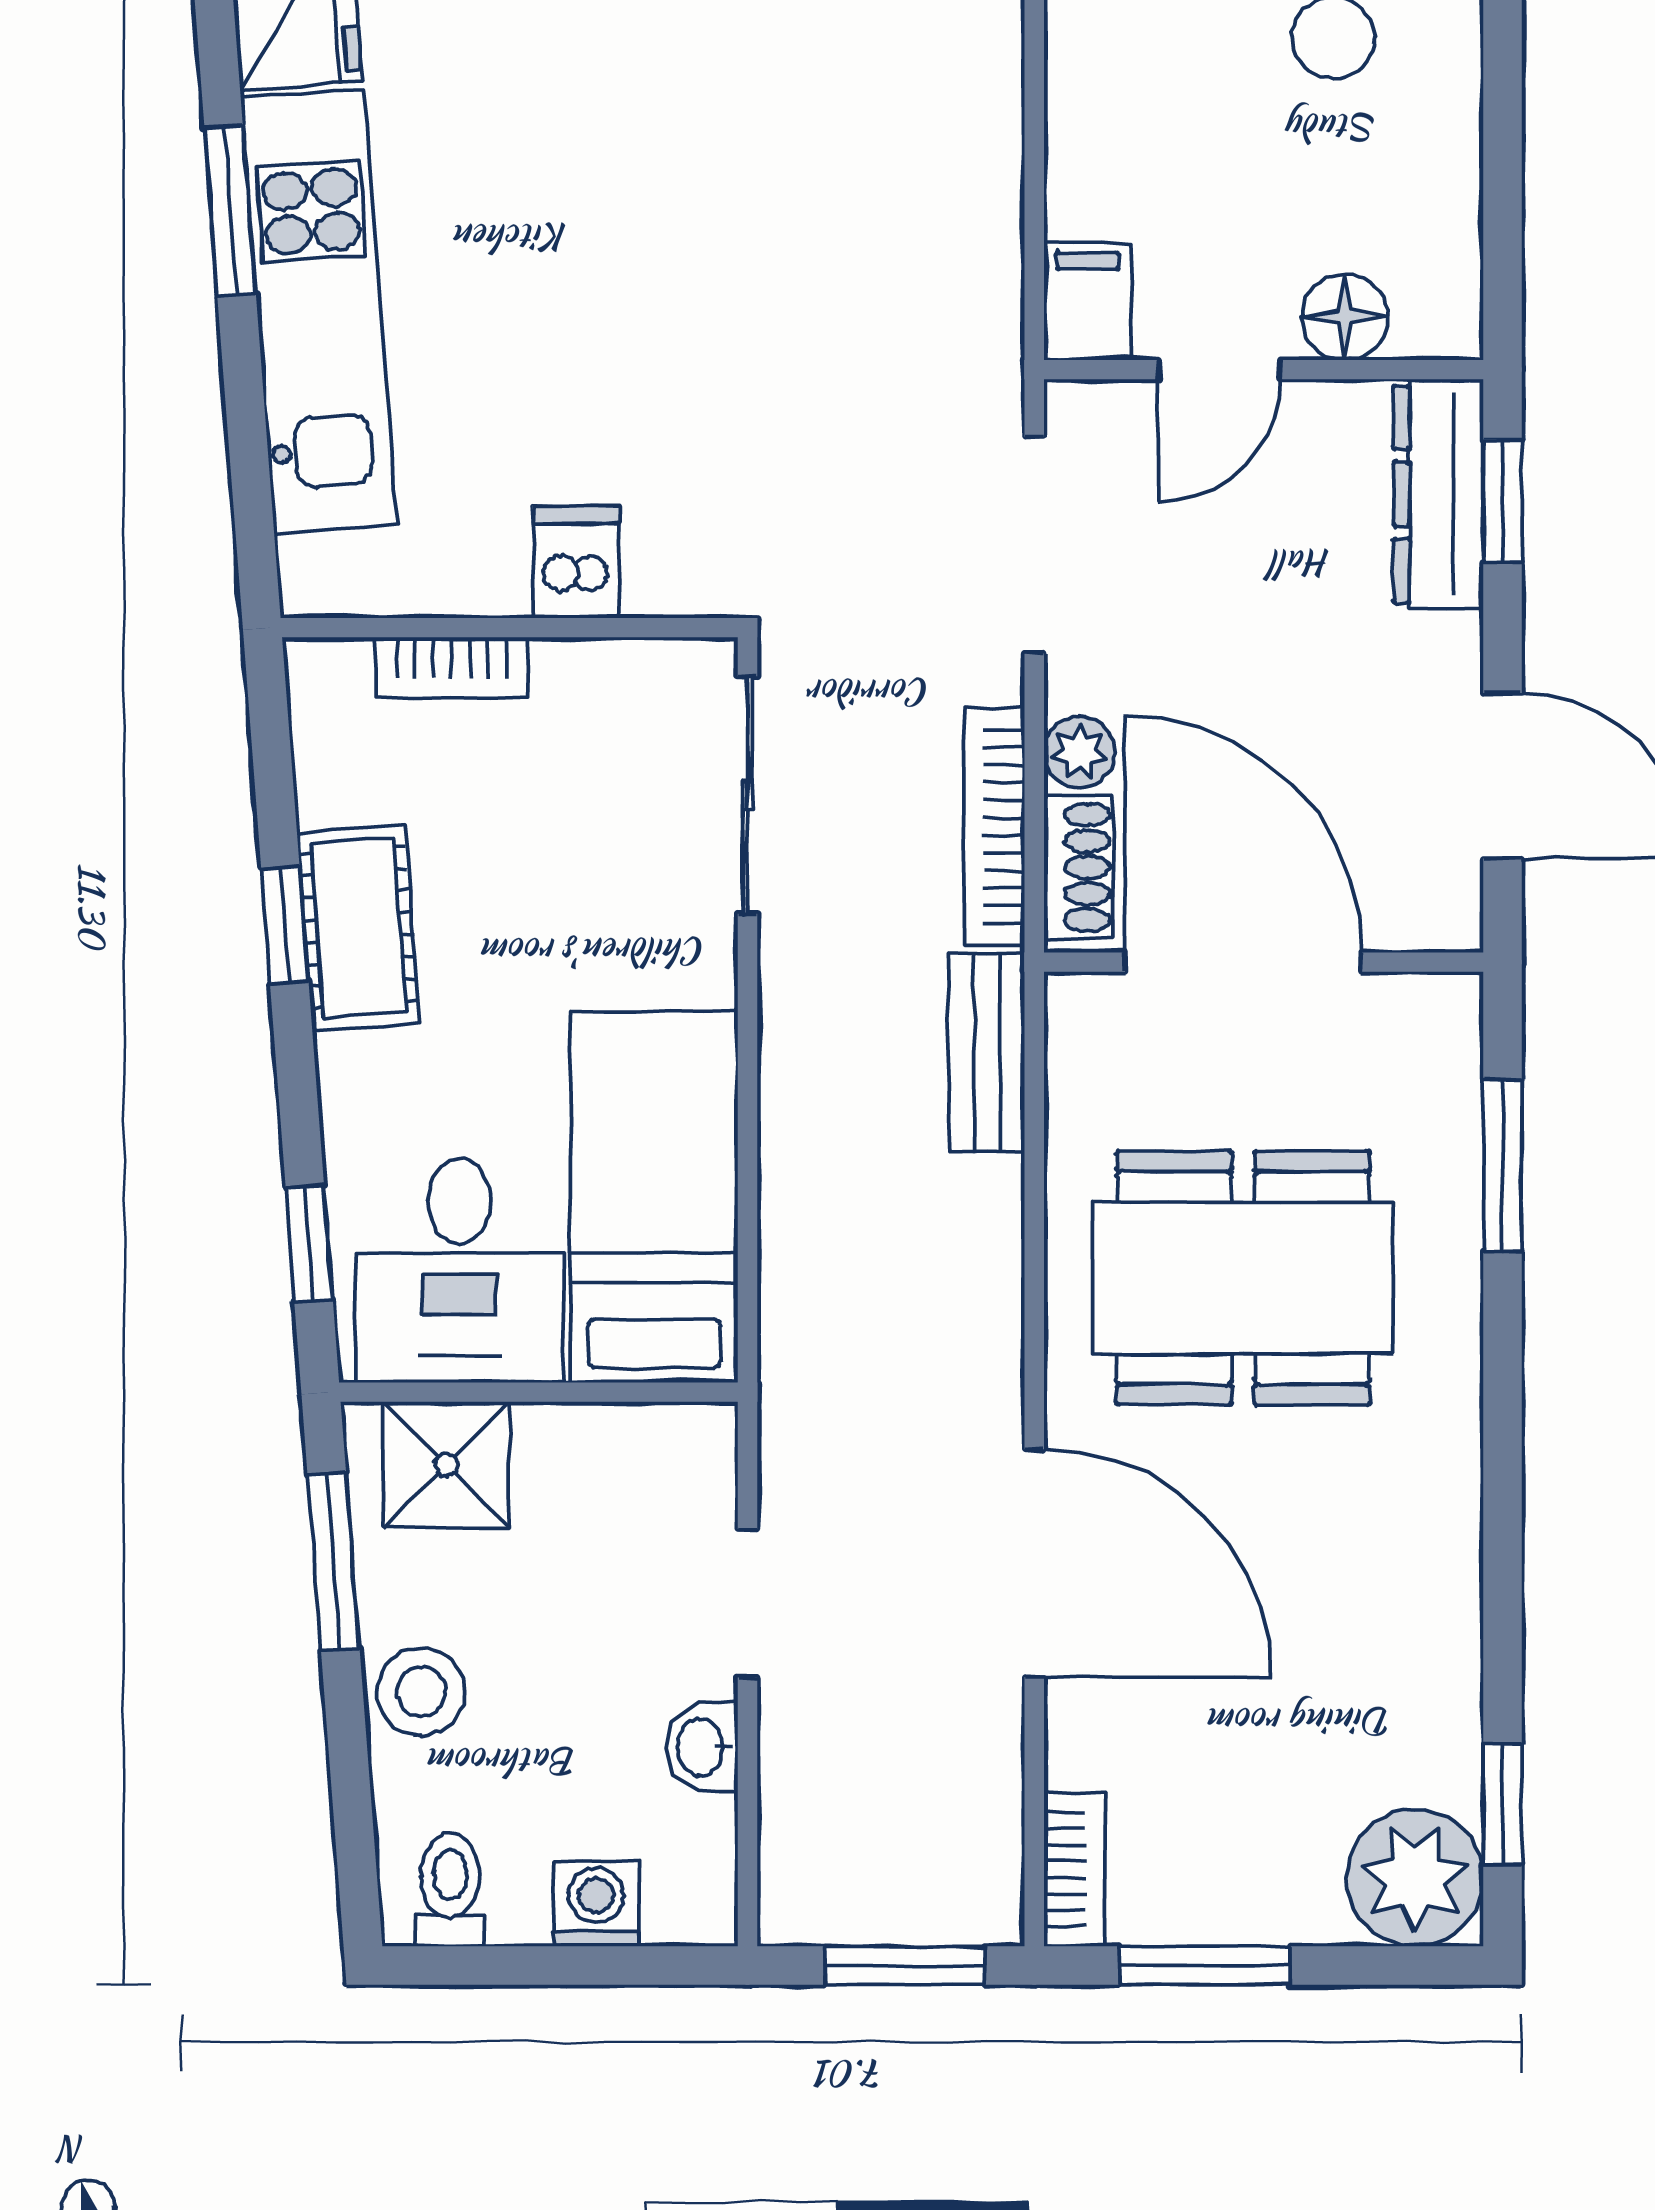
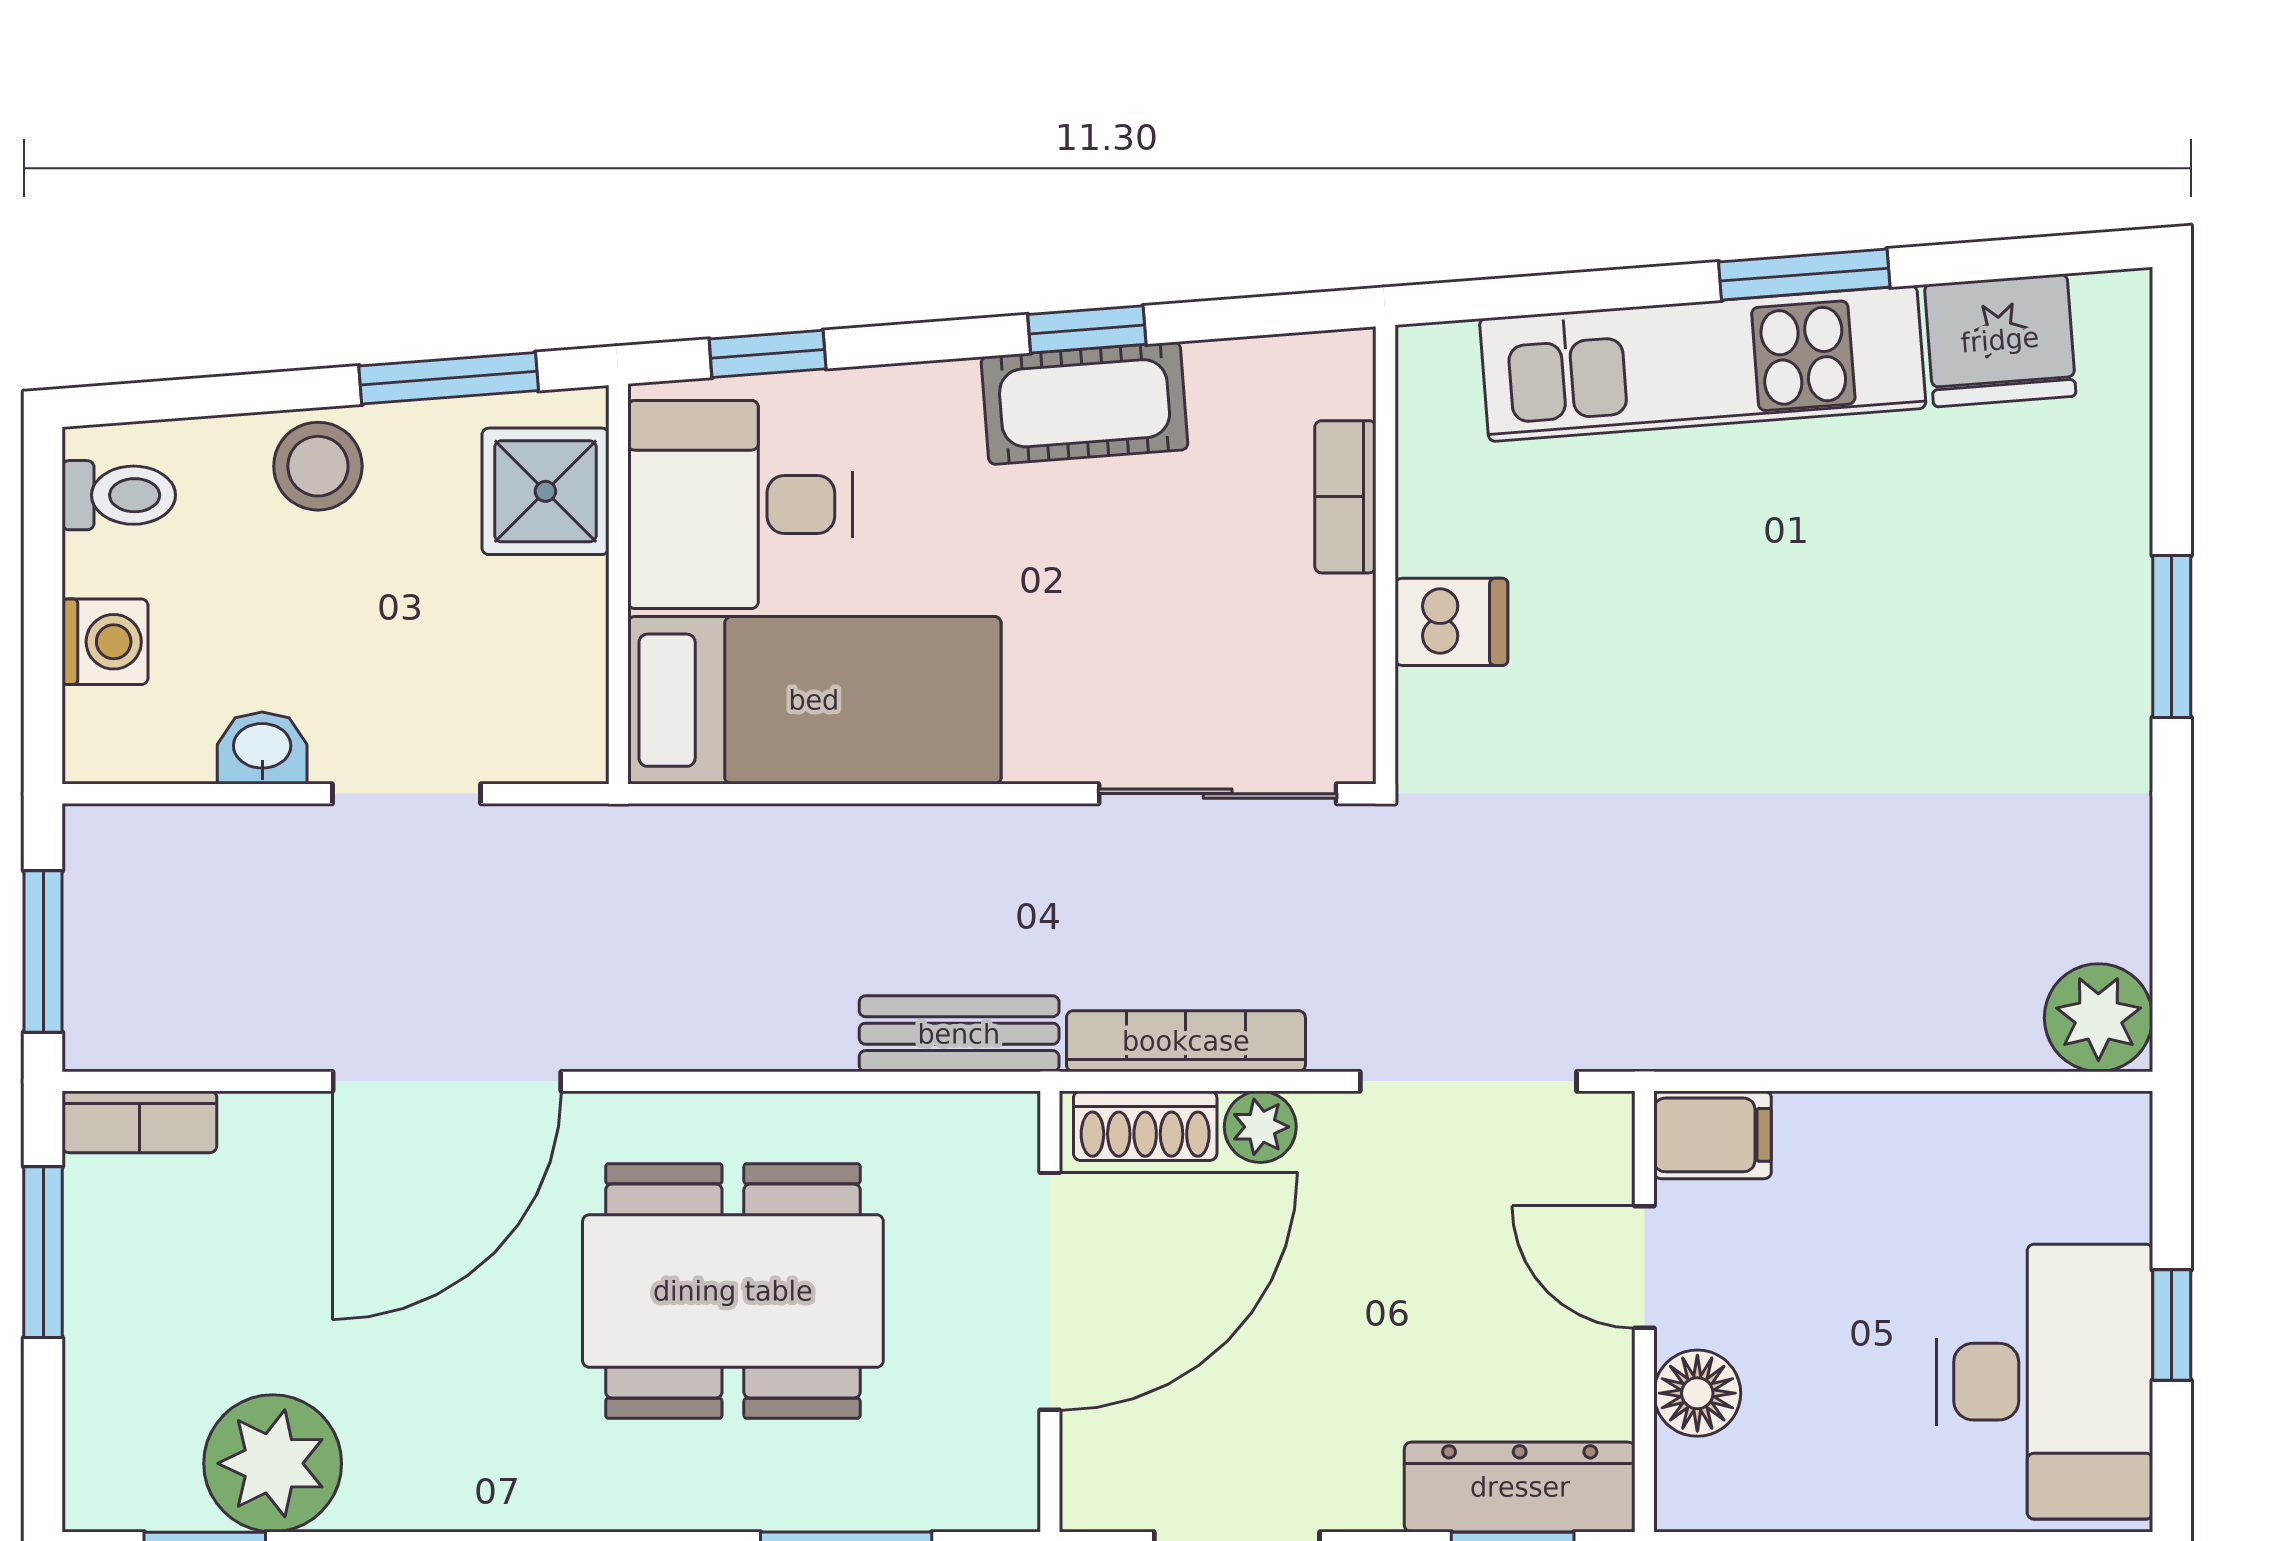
dining table: (1243, 1278) -> (733, 1291), turned 90
plant: (1415, 1878) -> (273, 1463), moved

